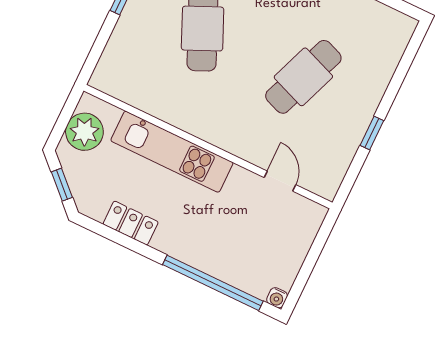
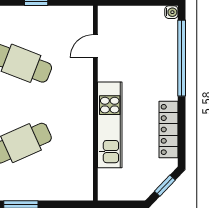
plant: (84, 132) -> (124, 187), removed
locker: (131, 223) -> (168, 129), width x1.53

